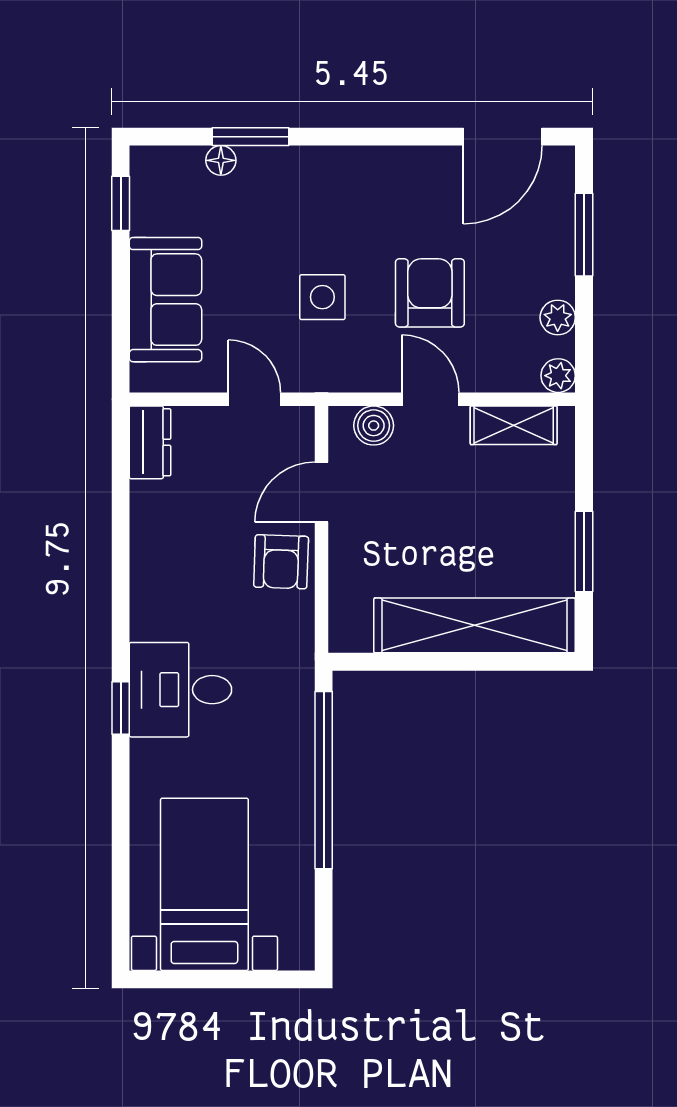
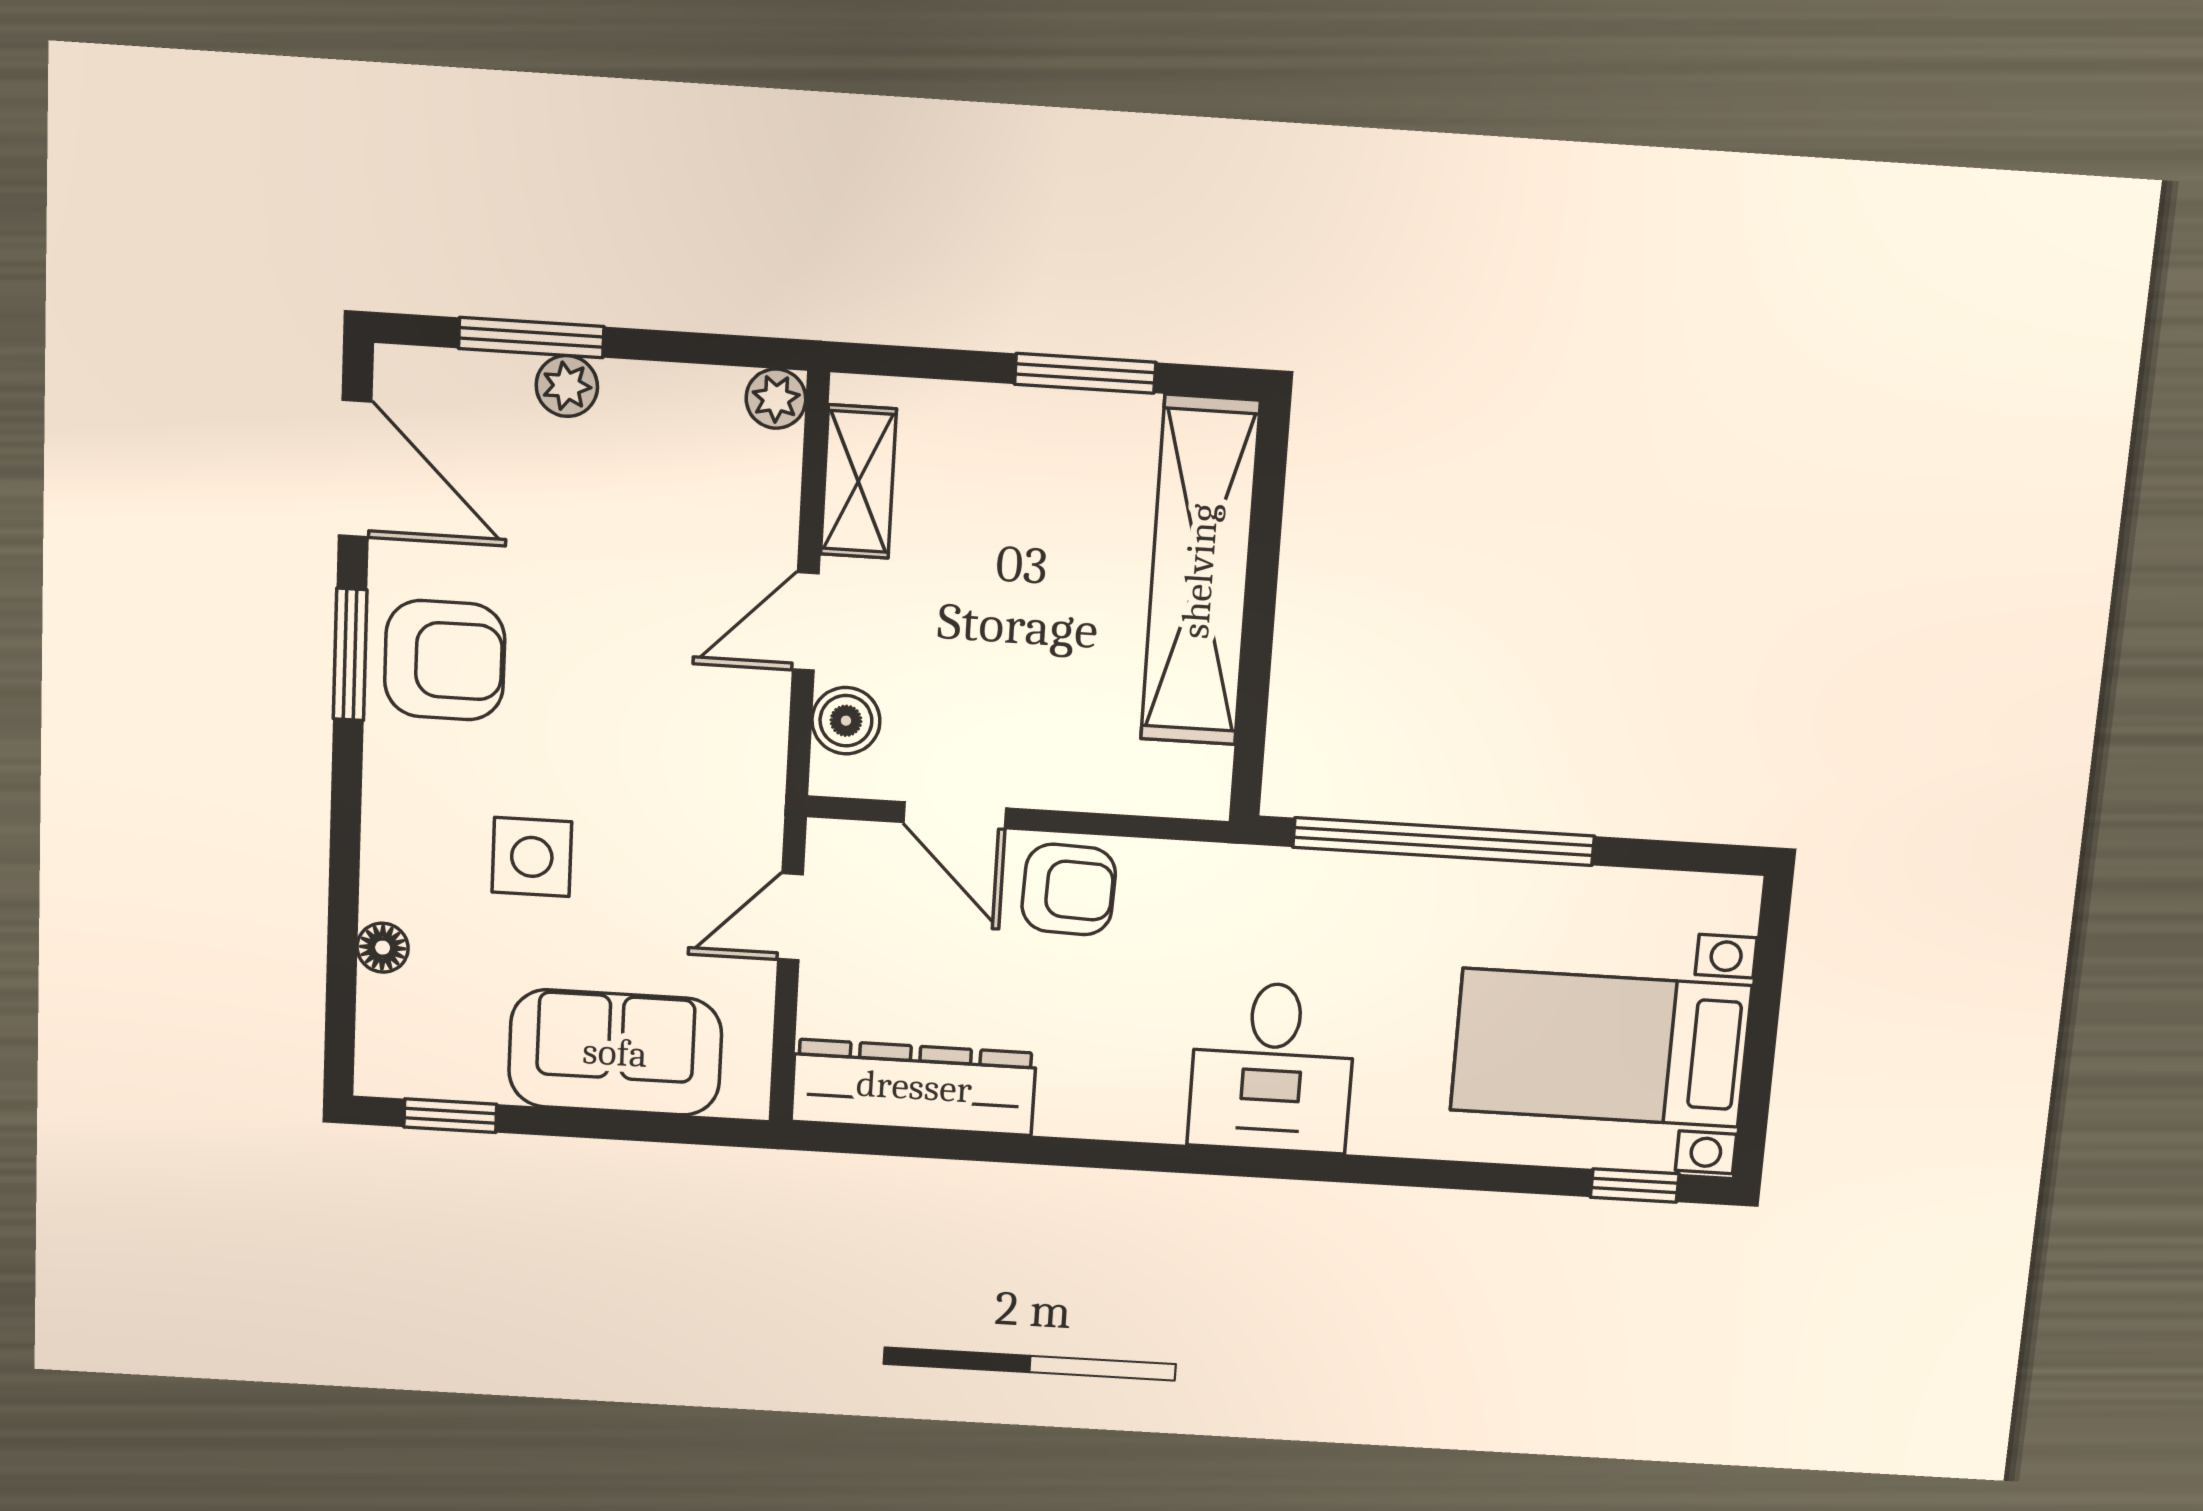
window: (251, 137) -> (350, 654), moved
armchair: (430, 293) -> (445, 660), moved, turned 180
side table: (322, 297) -> (532, 857), moved
plant: (558, 317) -> (567, 386), moved
dresser: (150, 442) -> (914, 1087), width x1.96, depth x1.24
window: (121, 708) -> (1635, 1186), moved

